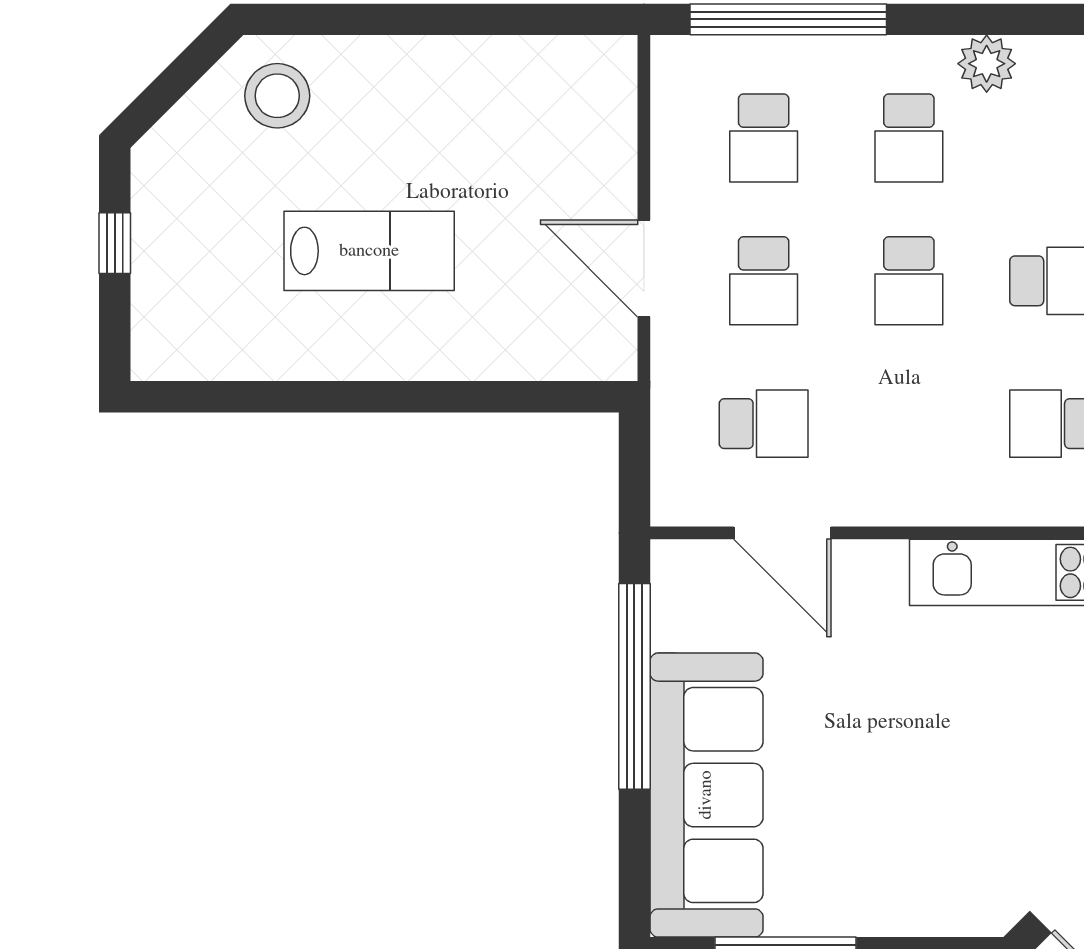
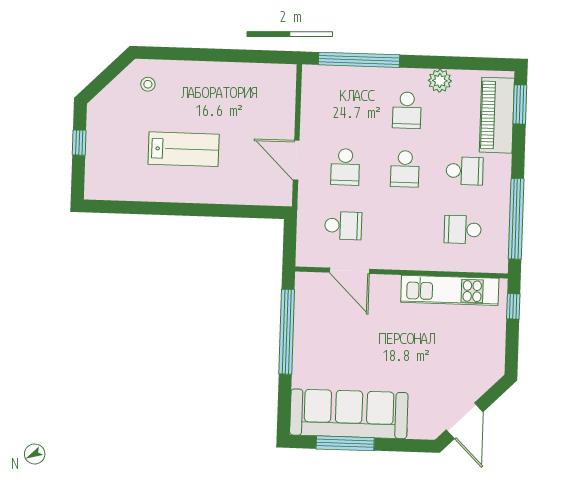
stool: (277, 96) -> (148, 84), width x0.53, depth x0.53
school desk: (764, 138) -> (347, 108), removed
sofa: (706, 795) -> (349, 414), moved, turned -90

